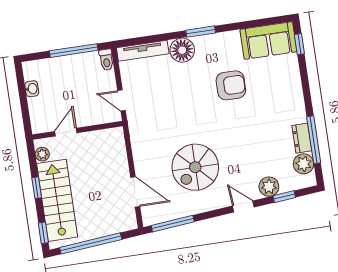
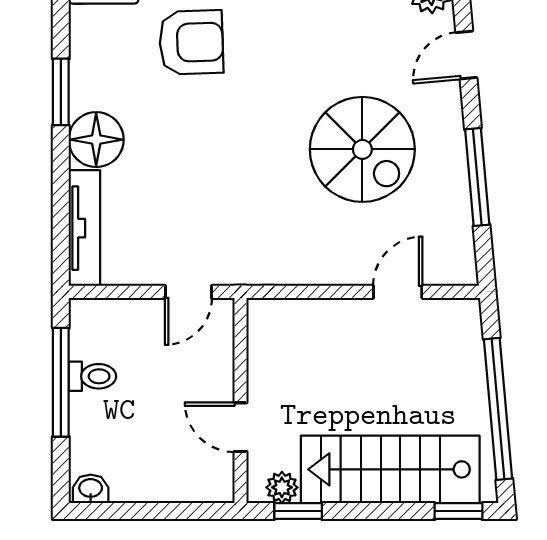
toilet: (106, 60) -> (92, 376), moved
armchair: (231, 85) -> (191, 42), turned 88
washbasin: (32, 89) -> (91, 489), moved
window: (37, 188) -> (298, 511), moved
door: (135, 192) -> (398, 292), width x0.73
window: (173, 224) -> (477, 177), moved

